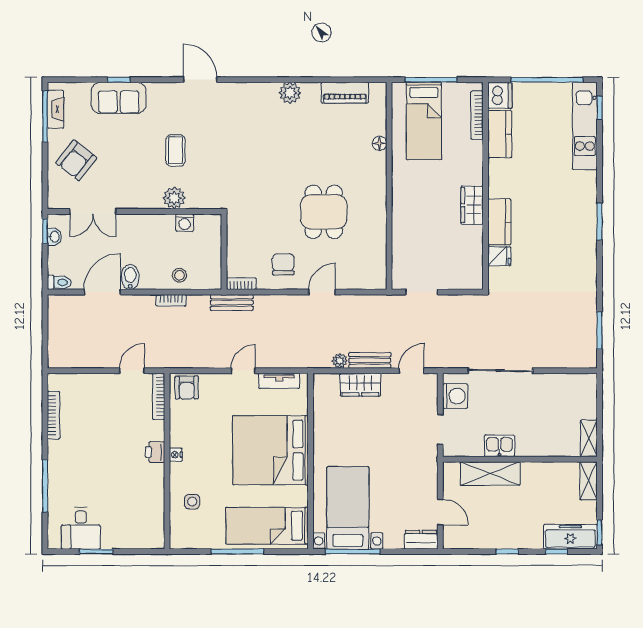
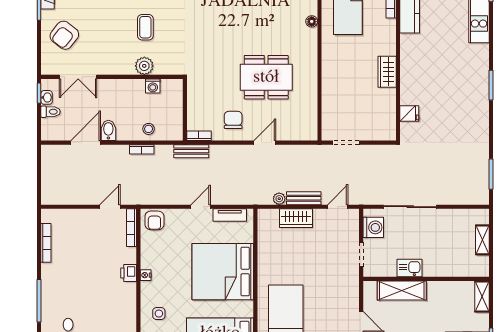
dining table: (324, 212) -> (266, 77), width x1.37
kitchen counter: (499, 222) -> (409, 85), removed
toilet: (59, 282) -> (51, 112), moved
shelving: (589, 438) -> (482, 240), moved

